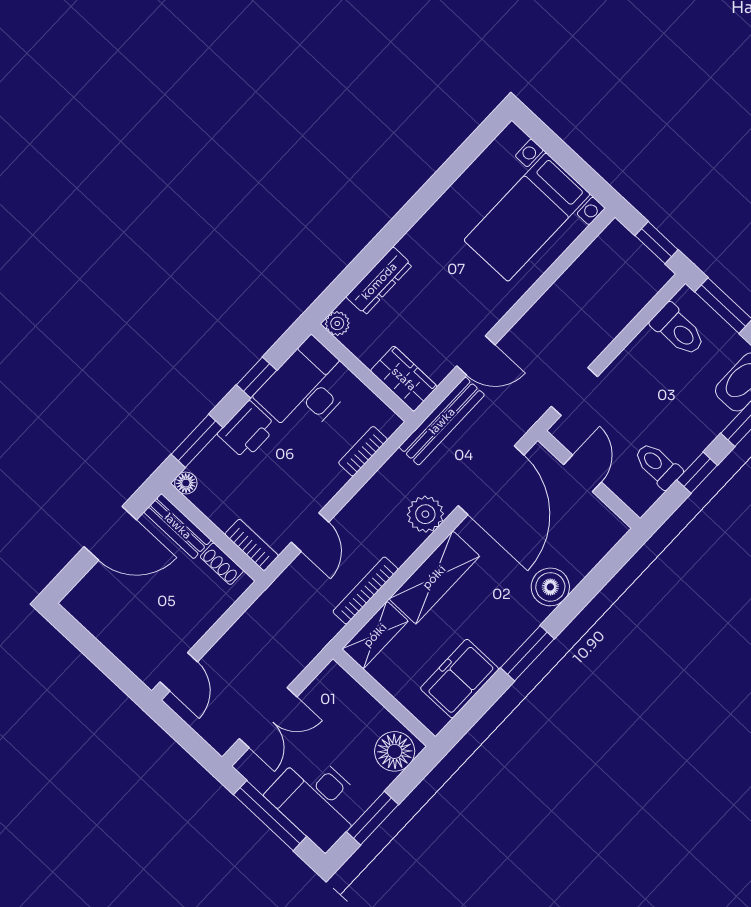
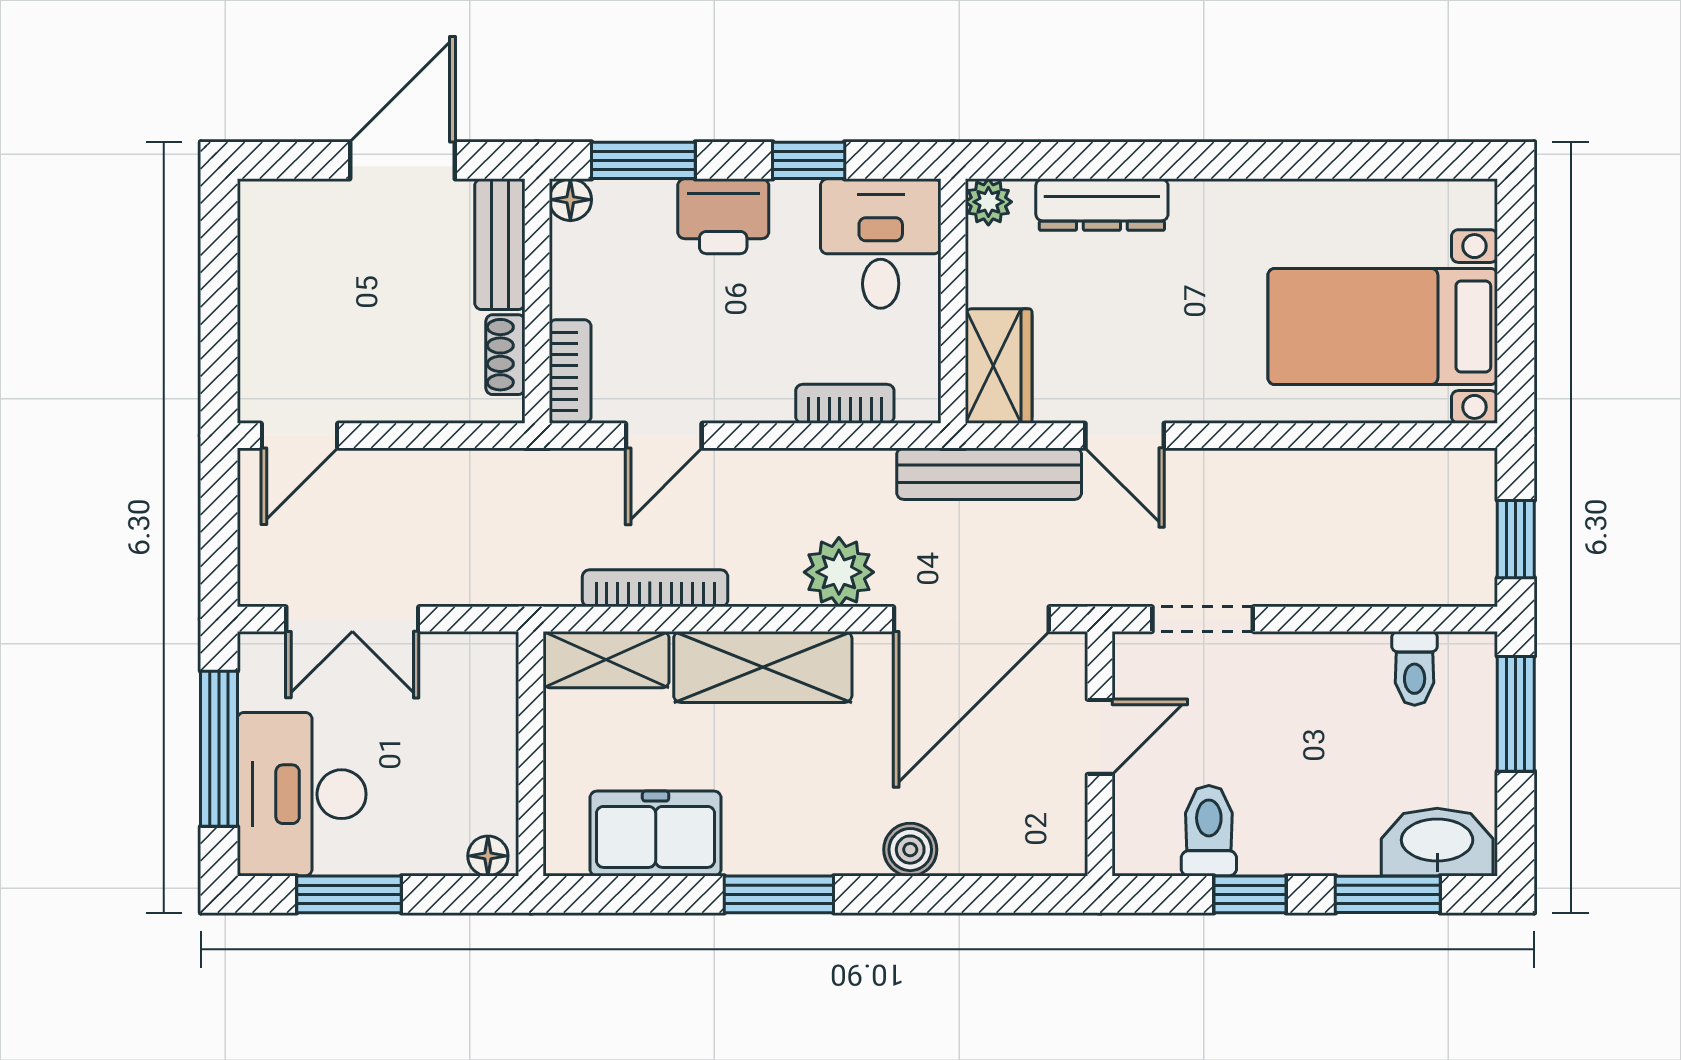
toilet: (678, 330) -> (1415, 668), width x0.73, depth x0.72
desk: (306, 388) -> (881, 244), width x0.73
door: (110, 533) -> (402, 160), swing flipped
boiler: (550, 587) -> (910, 850), width x0.73, depth x0.73
floor lamp: (395, 751) -> (488, 856), width x0.53, depth x0.53

